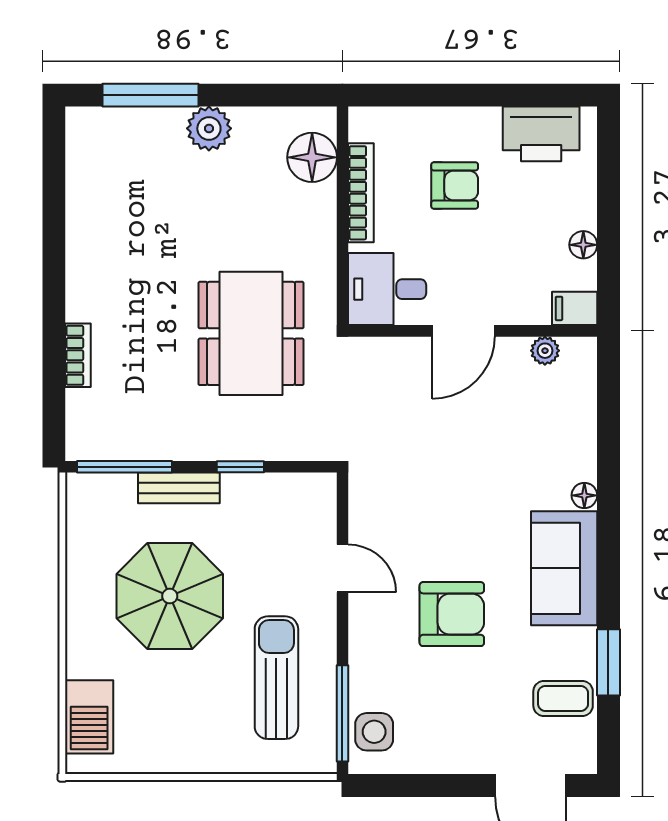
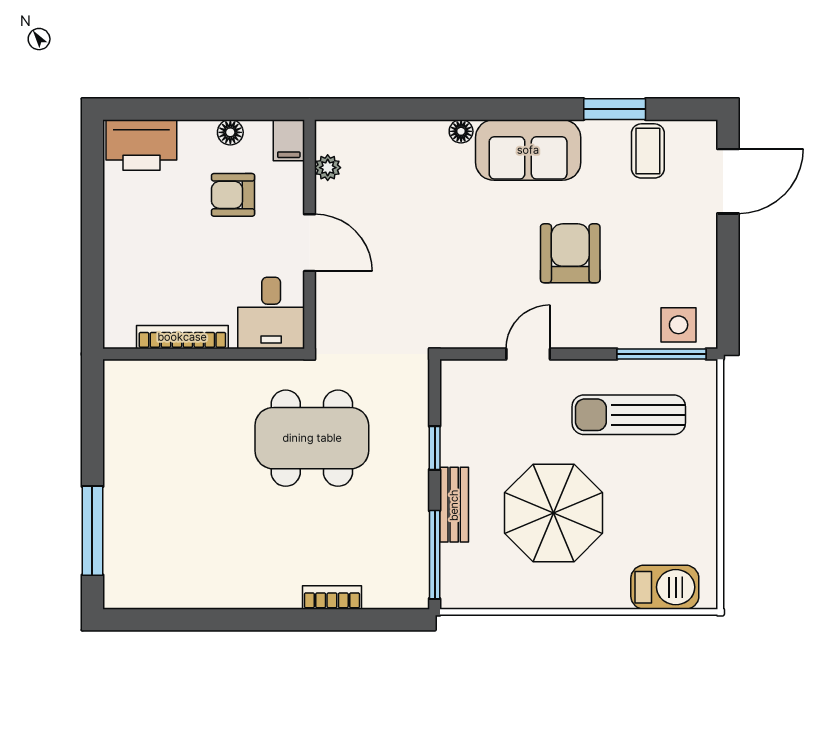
plant: (209, 128) -> (123, 477), removed
printer: (541, 134) -> (141, 145), moved, turned 90
floor lamp: (312, 157) -> (150, 382), removed
armchair: (455, 185) -> (233, 195), moved, turned -90

